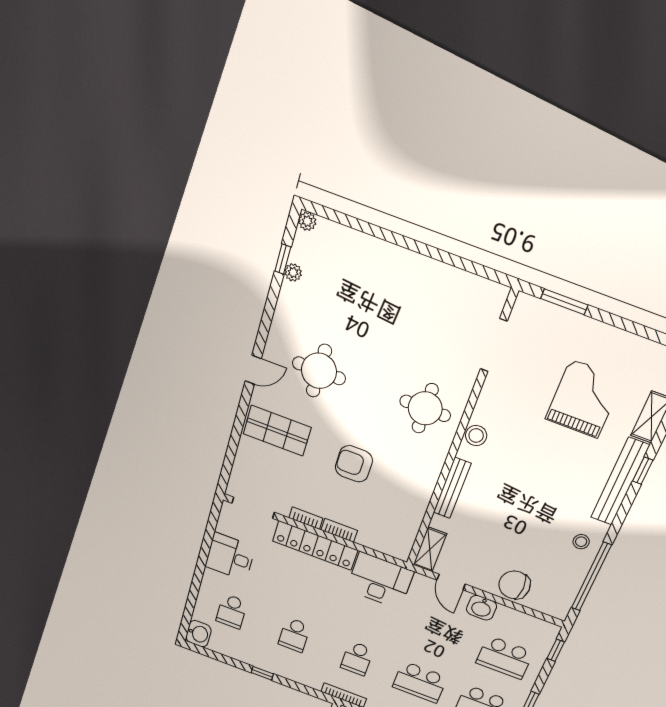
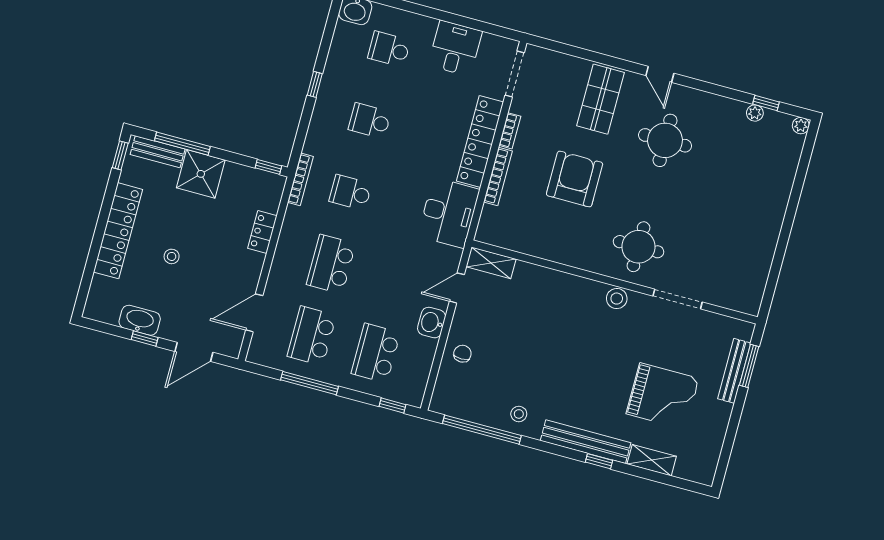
doorway: (494, 345) -> (678, 299), moved
armchair: (354, 464) -> (575, 179), width x1.36, depth x1.36
bench: (452, 488) -> (734, 371), moved, turned 90
bookcase: (339, 530) -> (498, 176), width x1.56
chair: (514, 585) -> (462, 354), width x0.54, depth x0.54

